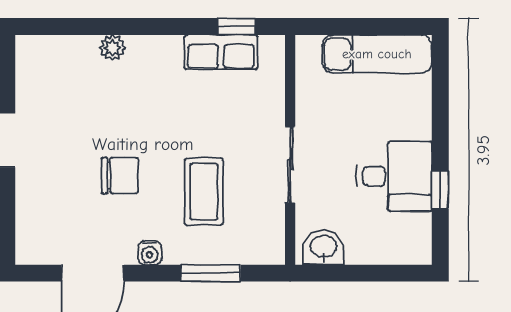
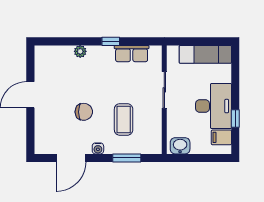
window: (236, 26) -> (111, 41), moved
sliding door: (290, 165) -> (164, 90), moved
desk: (394, 176) -> (214, 106), width x1.37
filing cabinet: (411, 229) -> (221, 137), added

